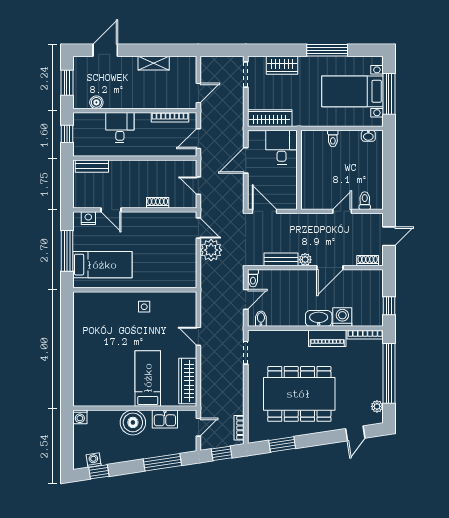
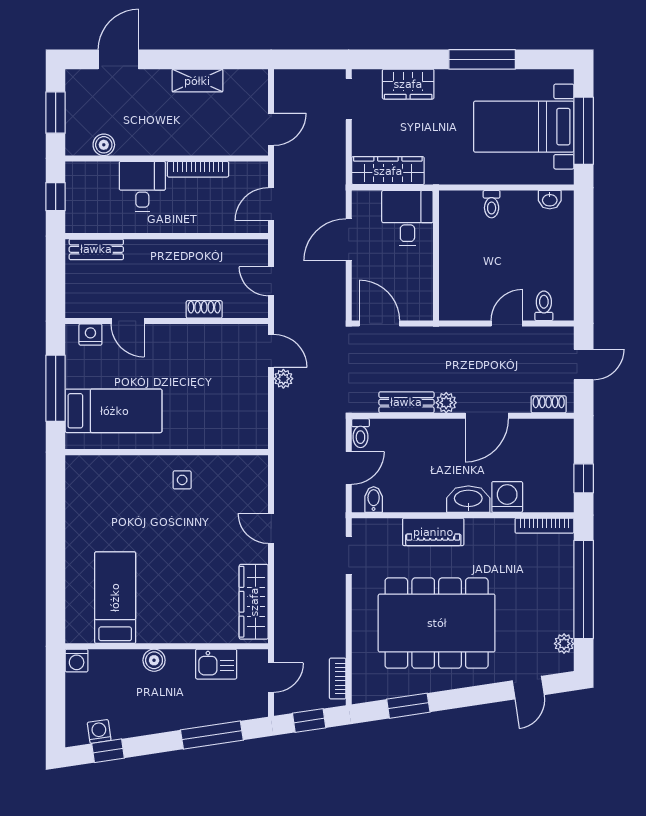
bookcase: (170, 117) -> (198, 169), moved
plant: (211, 250) -> (283, 379), width x0.53, depth x0.53
piano: (327, 338) -> (433, 532), moved
bed: (148, 378) -> (115, 598), moved
boiler: (133, 422) -> (154, 660), width x0.54, depth x0.54

